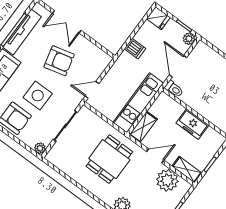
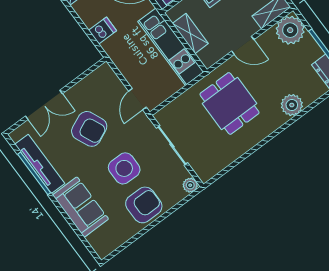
armchair: (59, 61) -> (89, 129), turned 80
shelving: (143, 127) -> (190, 33), moved
door: (155, 156) -> (243, 45), swing flipped
plant: (167, 180) -> (290, 30), moved

